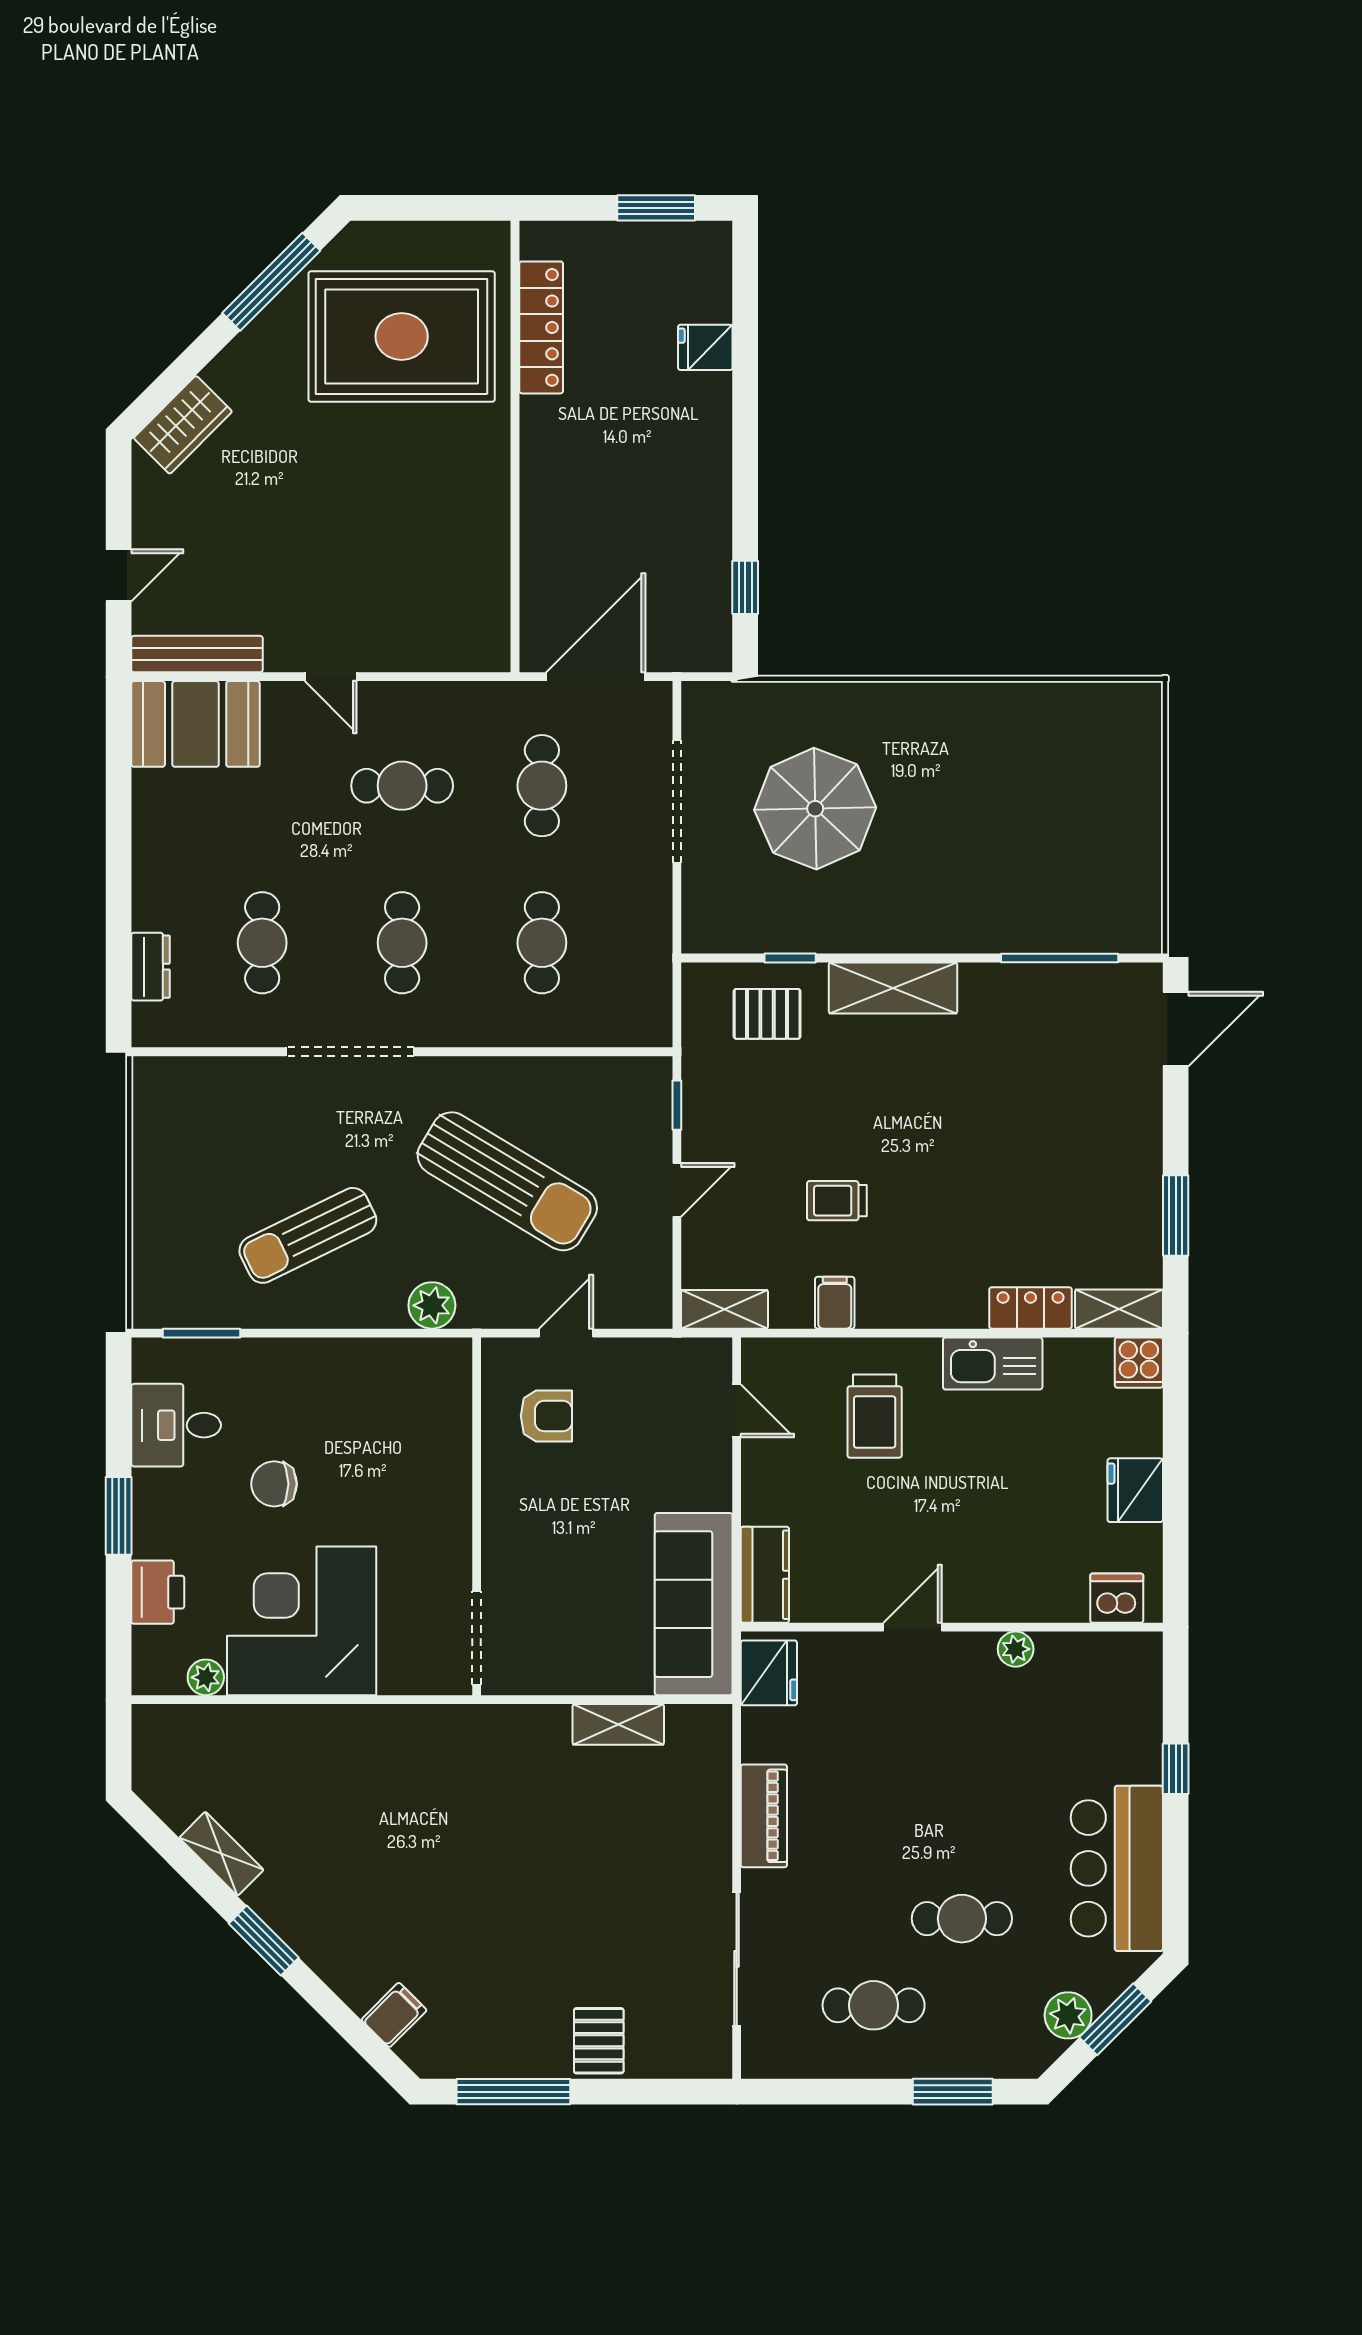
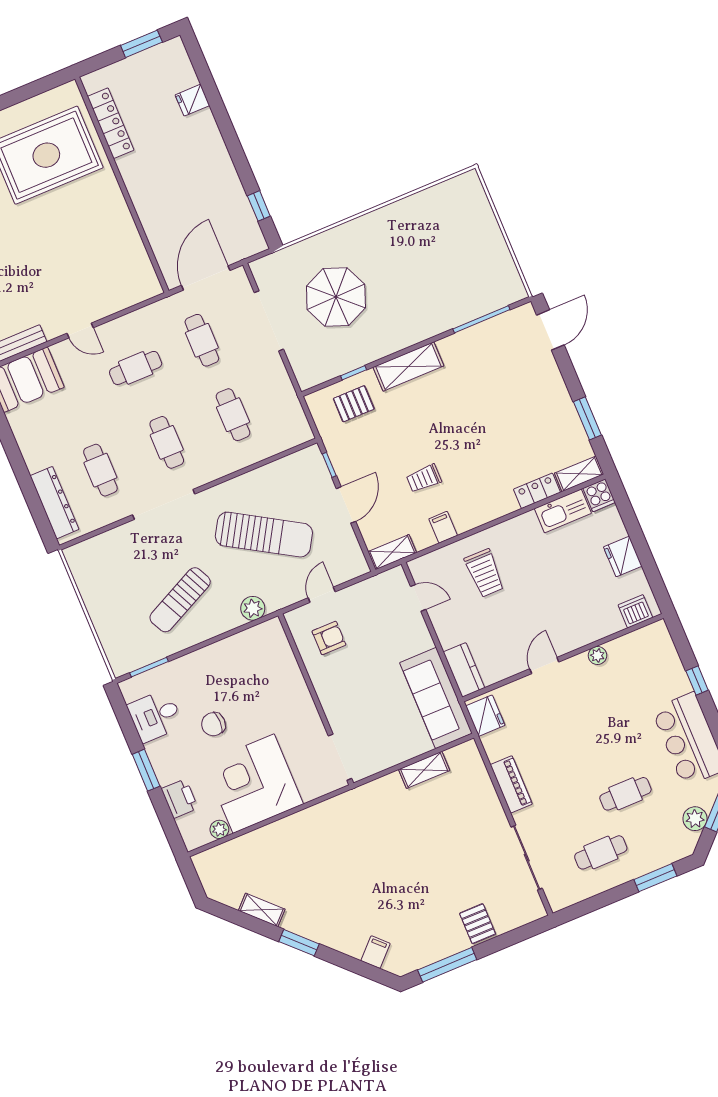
dresser: (151, 967) -> (54, 503), width x1.96, depth x1.24
door: (677, 1190) -> (346, 505), width x1.37
kitchen sink: (993, 1363) -> (563, 511), moved

